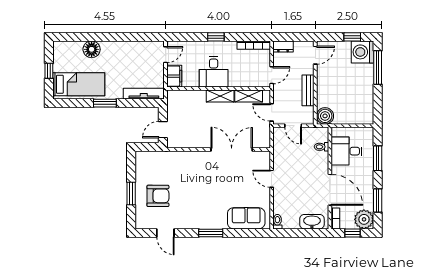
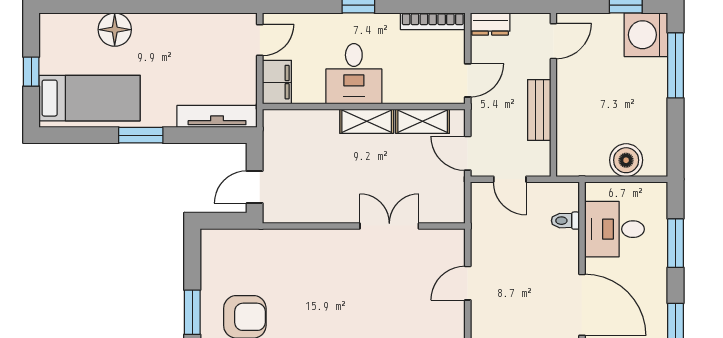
boiler: (325, 116) -> (626, 160), moved
double door: (232, 150) -> (389, 226), width x0.73
door: (272, 179) -> (468, 283), hinge flipped

